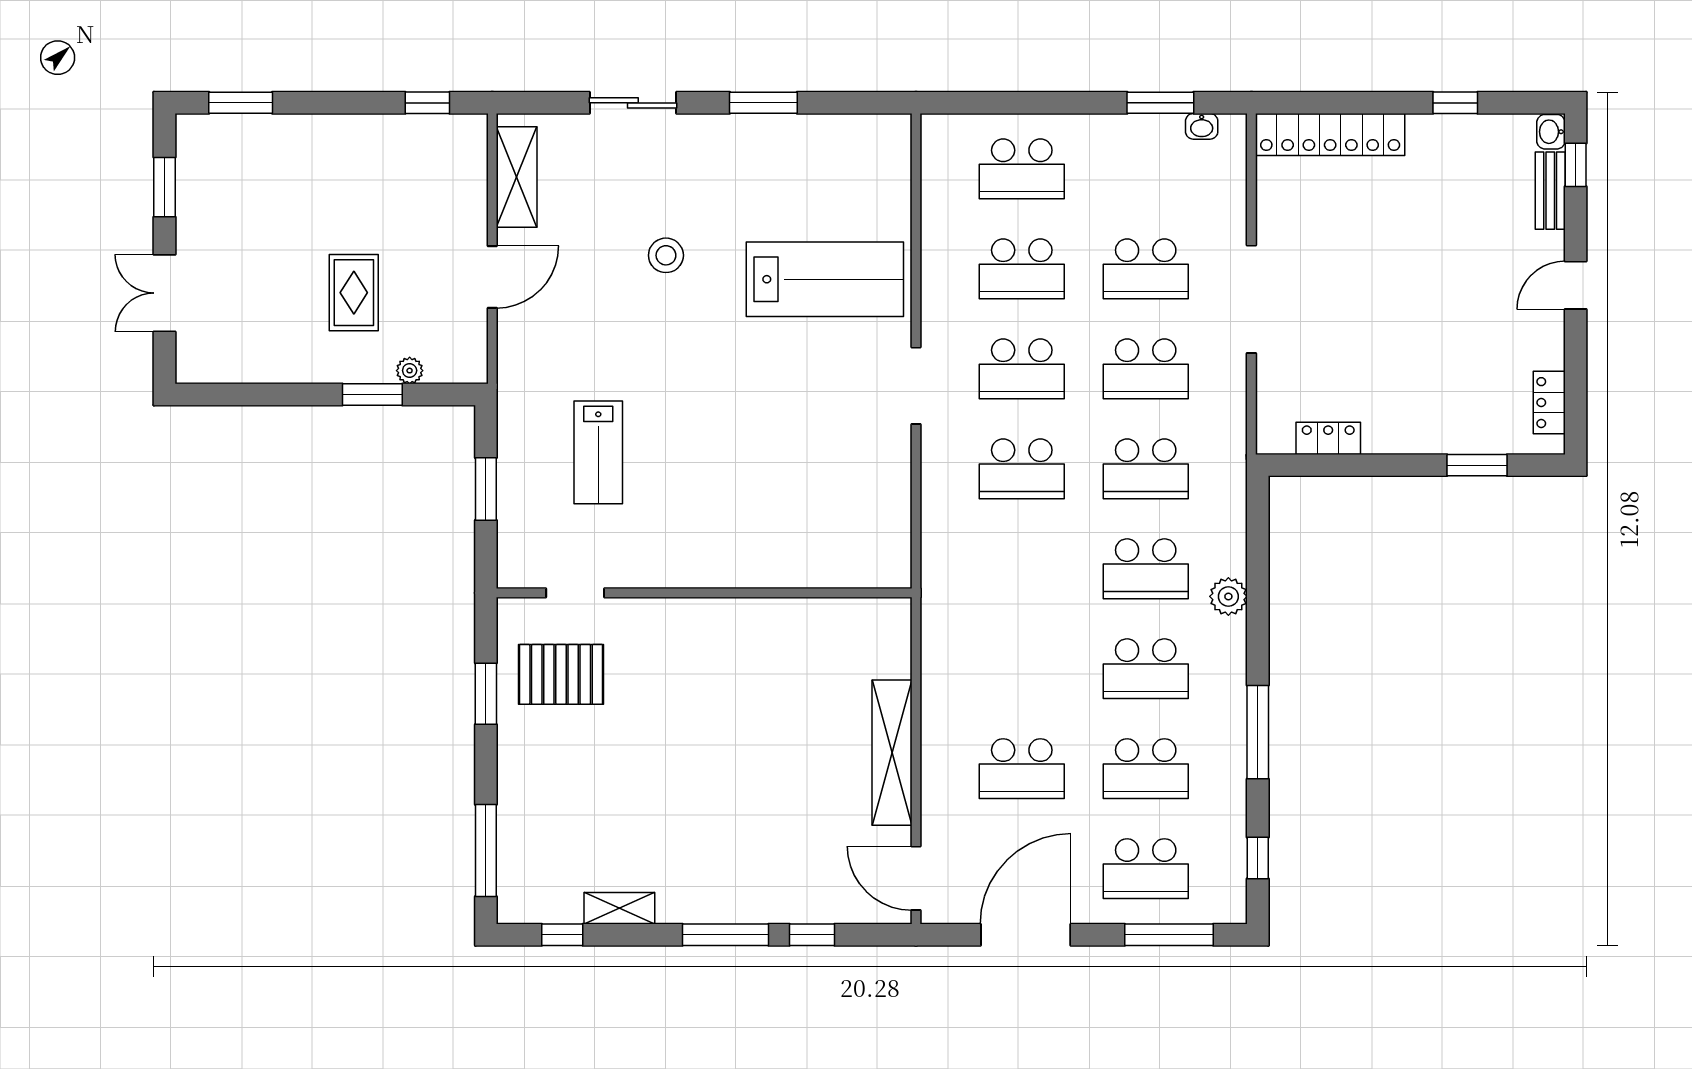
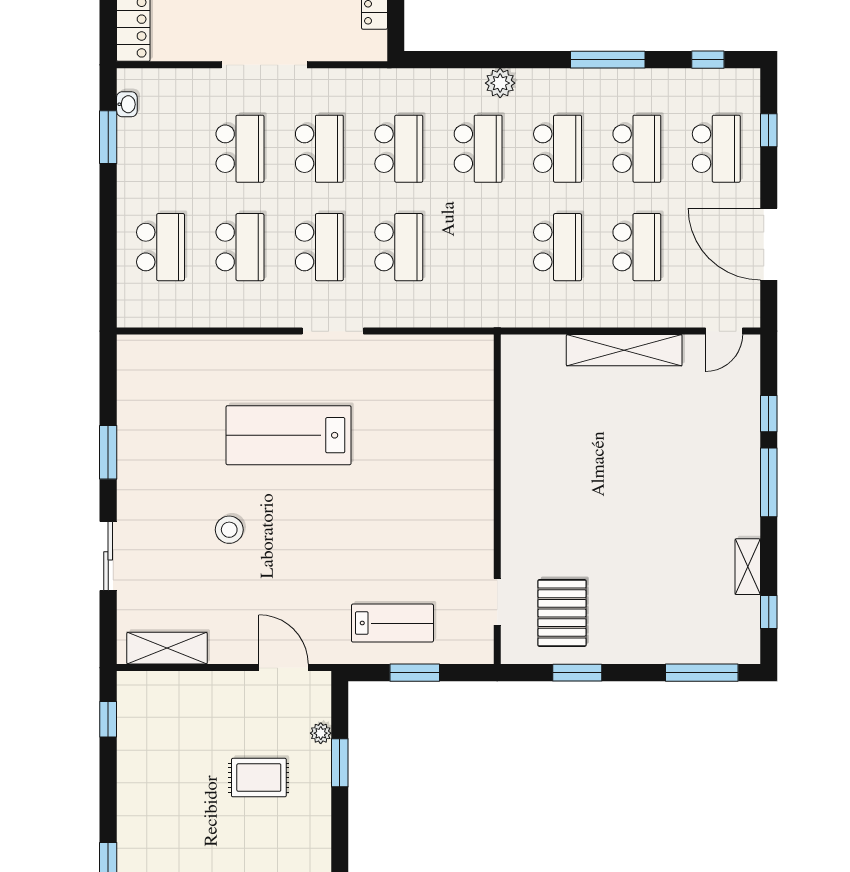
door: (492, 277) -> (284, 668), moved
lab bench: (825, 279) -> (289, 435), moved, turned -90
lab bench: (598, 452) -> (392, 623), moved
school desk: (1022, 669) -> (557, 247), added
door: (916, 878) -> (724, 331), width x0.73
window: (1169, 935) -> (769, 130), width x0.46

